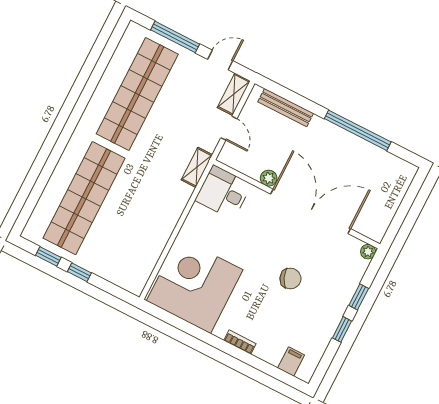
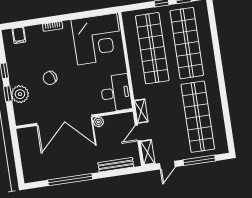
door: (229, 128) -> (138, 133), hinge flipped
shelving: (197, 167) -> (141, 111), moved
desk: (223, 192) -> (116, 93), width x1.37
shop shelf: (133, 223) -> (152, 48), added
plant: (368, 252) -> (20, 94), moved, width x1.88, depth x1.88

